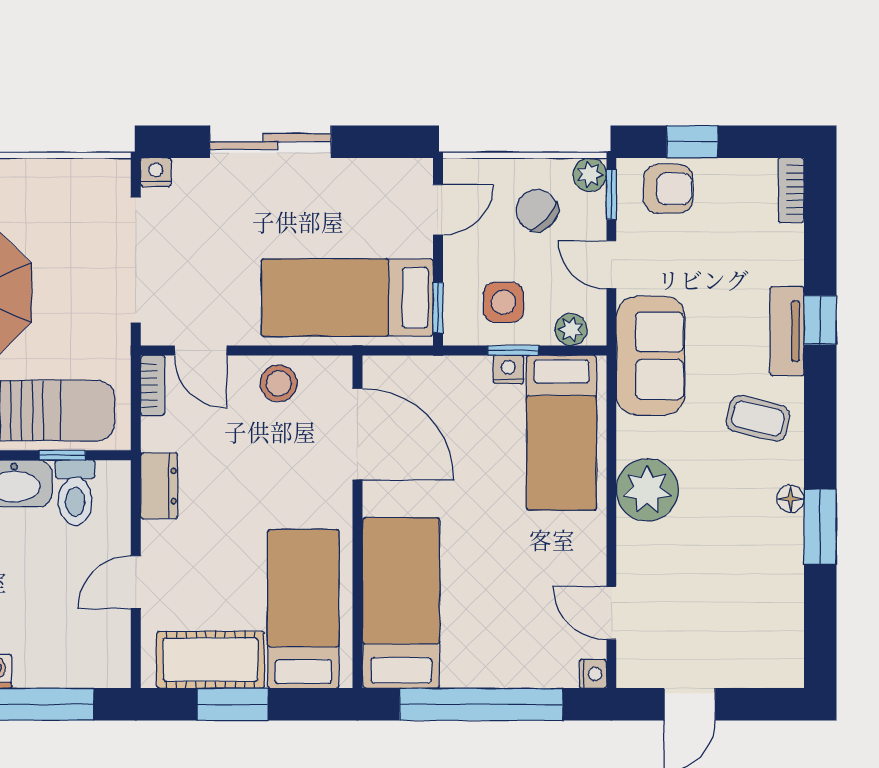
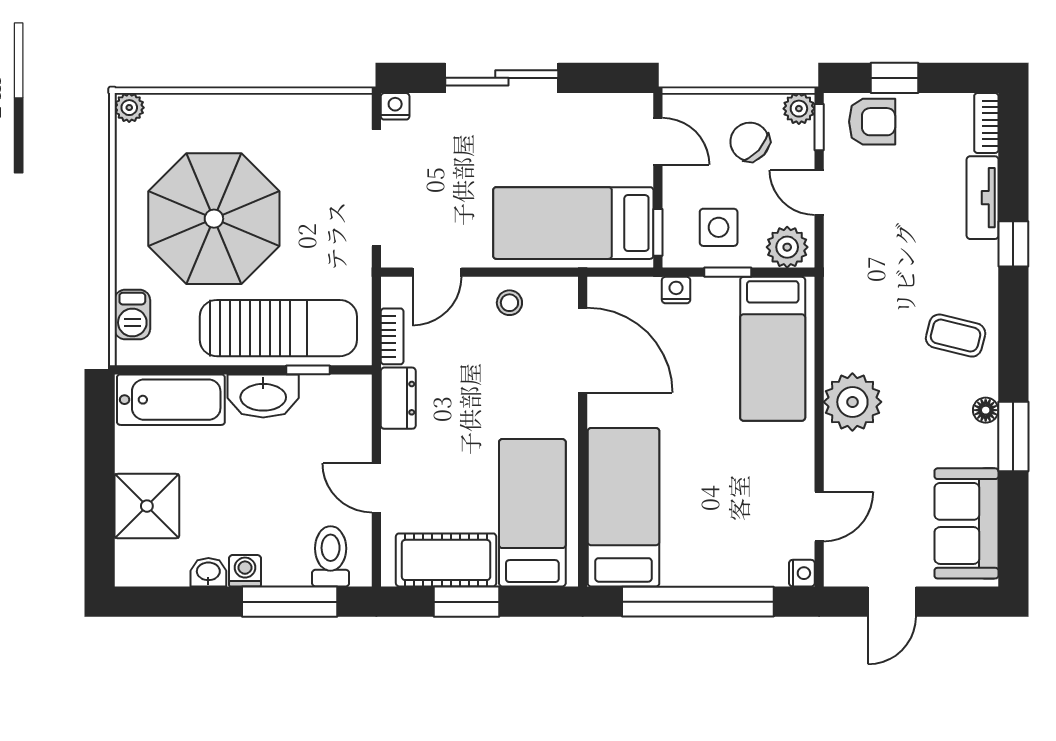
door: (438, 210) -> (658, 141), hinge flipped
plant: (571, 330) -> (787, 247), width x1.38, depth x1.38
tv unit: (787, 331) -> (983, 198), moved
door: (201, 350) -> (437, 272), hinge flipped
sofa: (651, 356) -> (966, 523), moved, turned 180
nightstand: (508, 370) -> (676, 290), moved
stool: (279, 383) -> (509, 303), width x0.73, depth x0.73
bookcase: (153, 385) -> (392, 336), moved
toilet: (75, 493) -> (331, 556), moved, turned 180
door: (136, 582) -> (376, 488), hinge flipped
door: (611, 613) -> (819, 516), swing flipped

